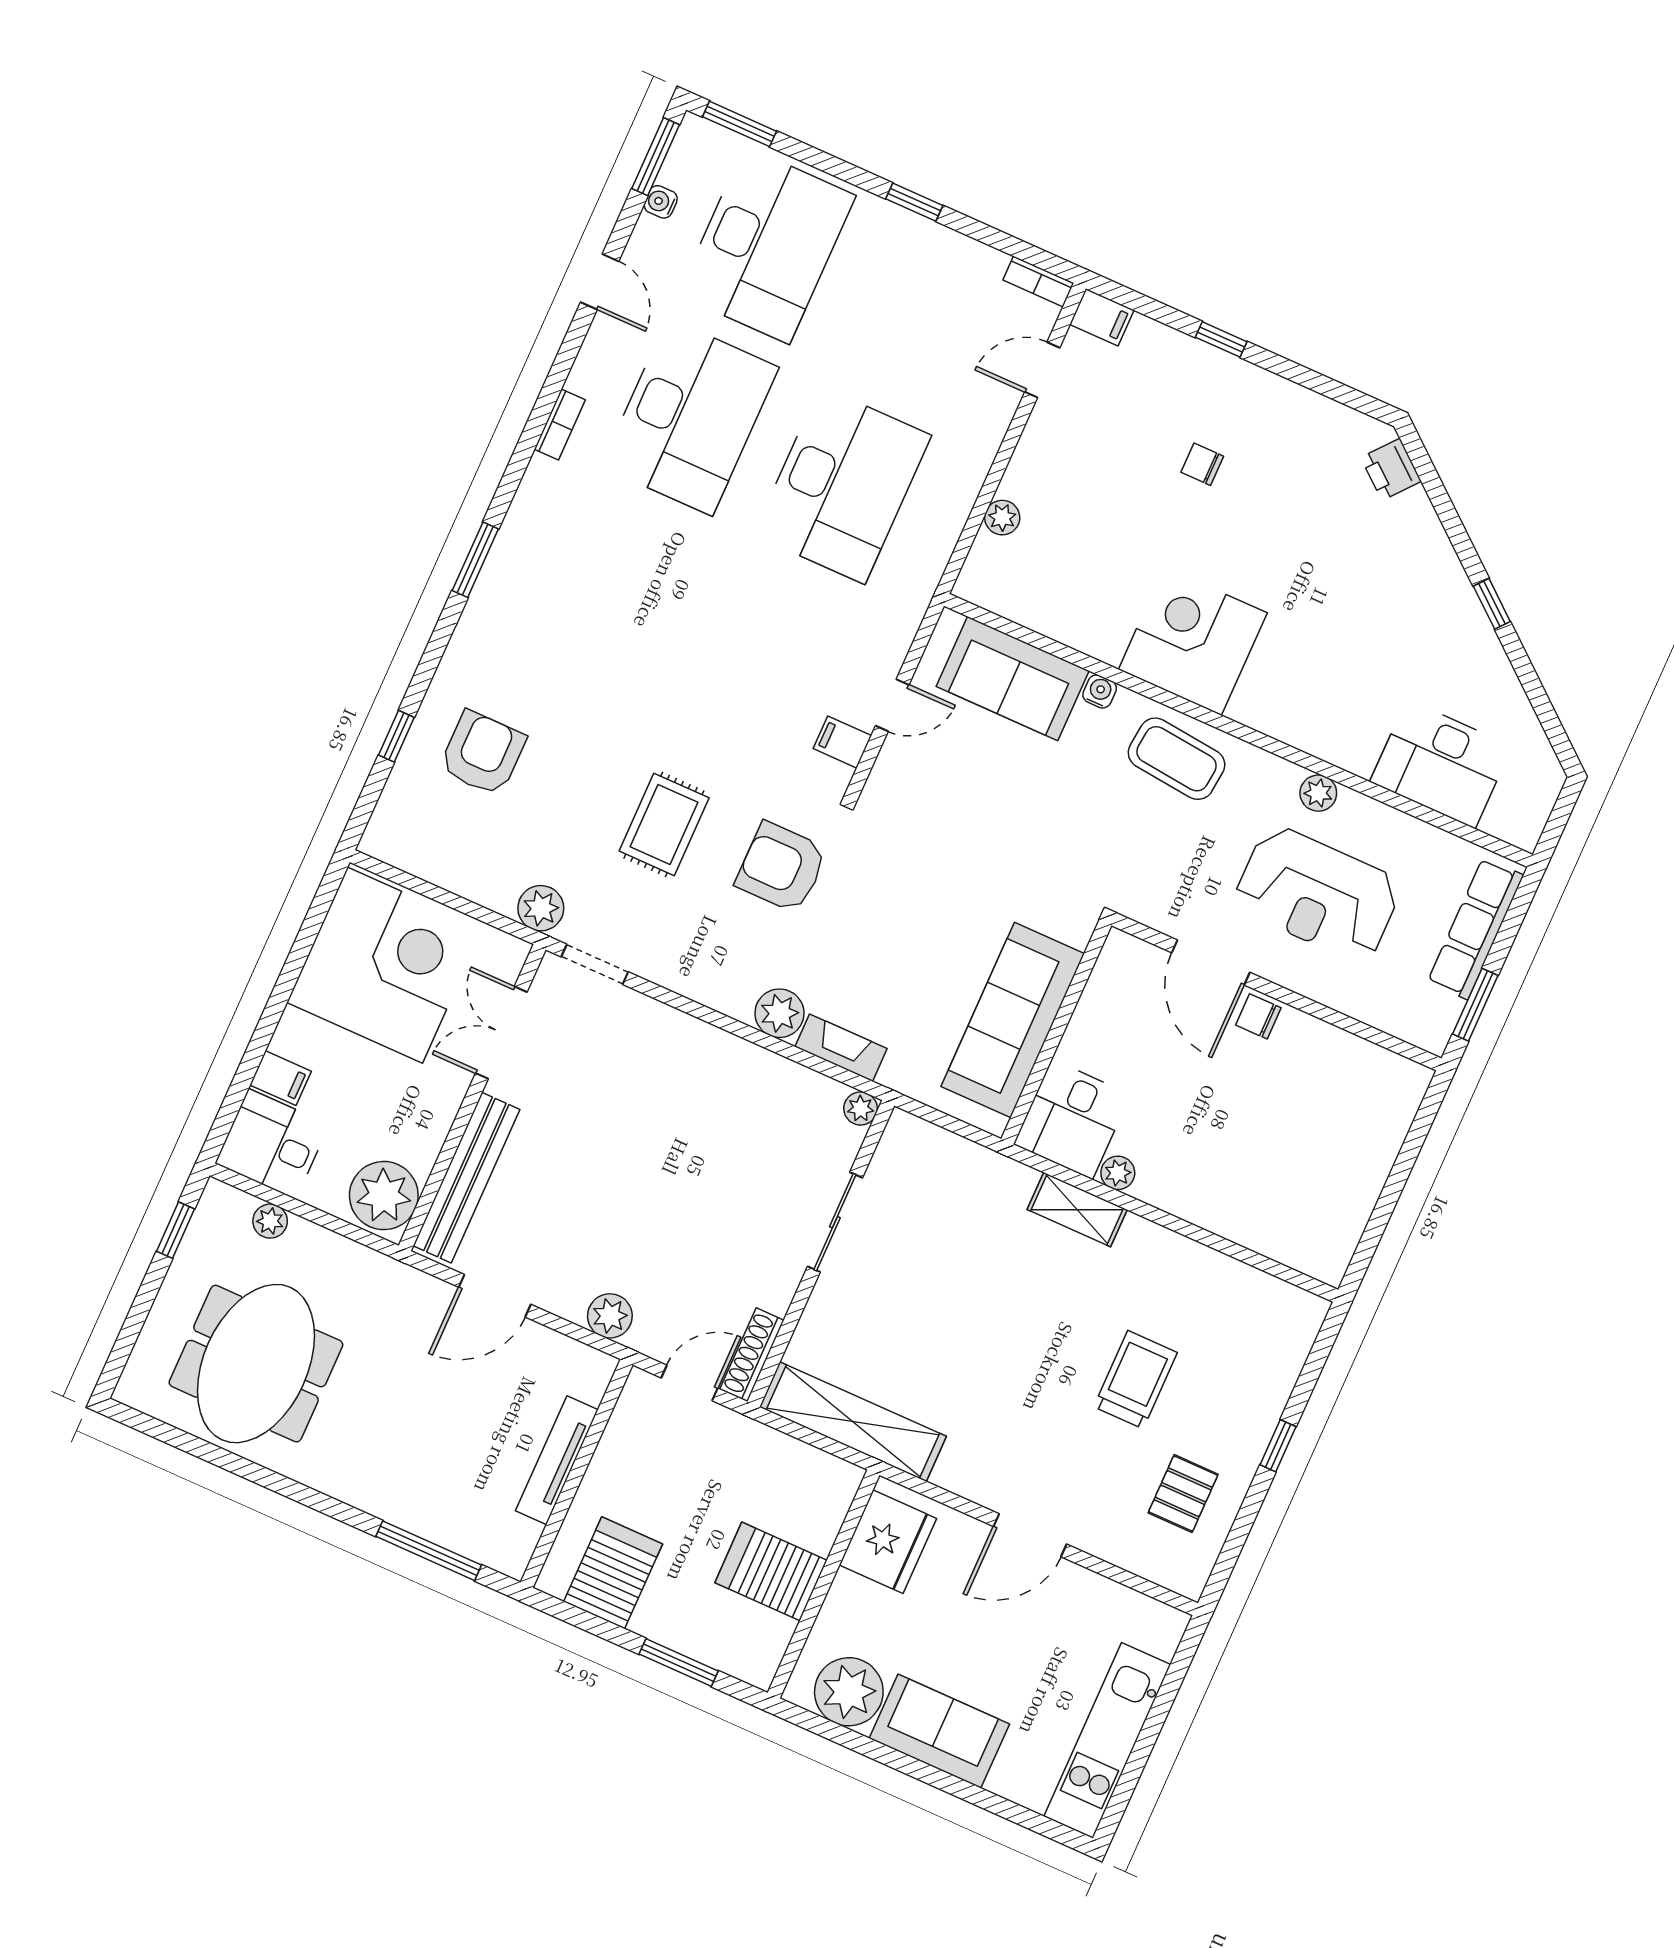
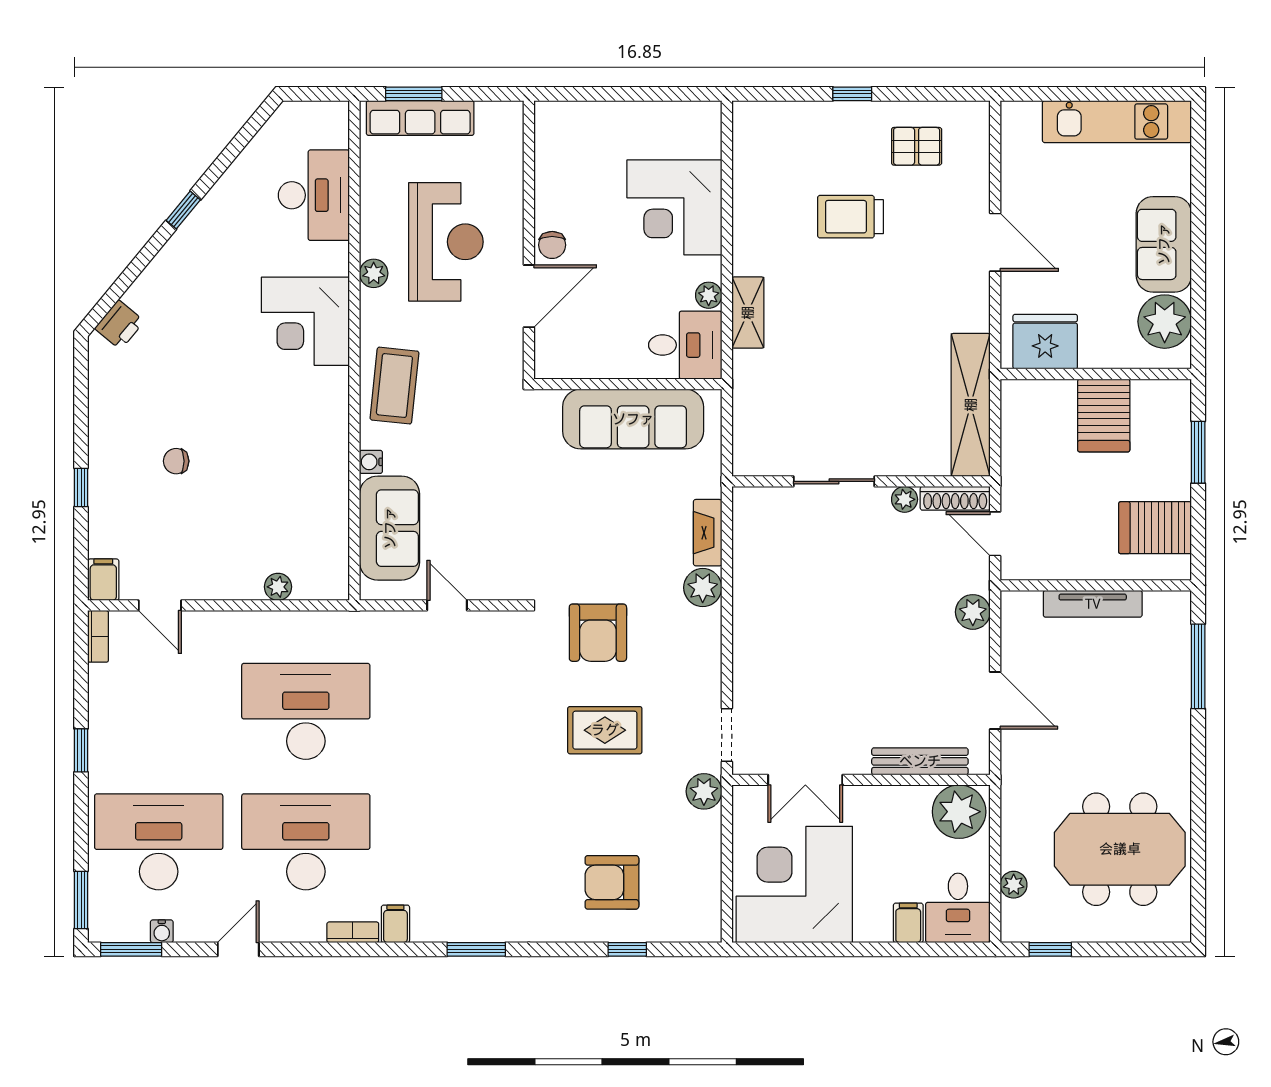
chair: (1202, 464) -> (176, 461), turned 90
corner desk: (1193, 641) -> (305, 321), moved
filing cabinet: (842, 742) -> (395, 924), moved, turned 180
window: (1475, 1005) -> (414, 94), moved
plant: (861, 1109) -> (905, 499), moved
bench: (466, 1178) -> (920, 761), width x0.73, depth x0.82
corner desk: (1238, 1179) -> (674, 207), added

